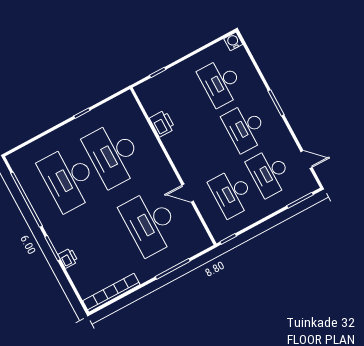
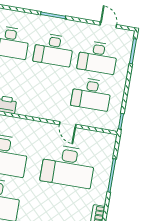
door: (307, 159) -> (108, 25), hinge flipped
door: (188, 193) -> (68, 125), hinge flipped

